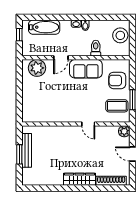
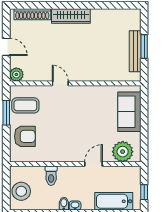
sofa: (86, 69) -> (129, 112), moved, turned -90

